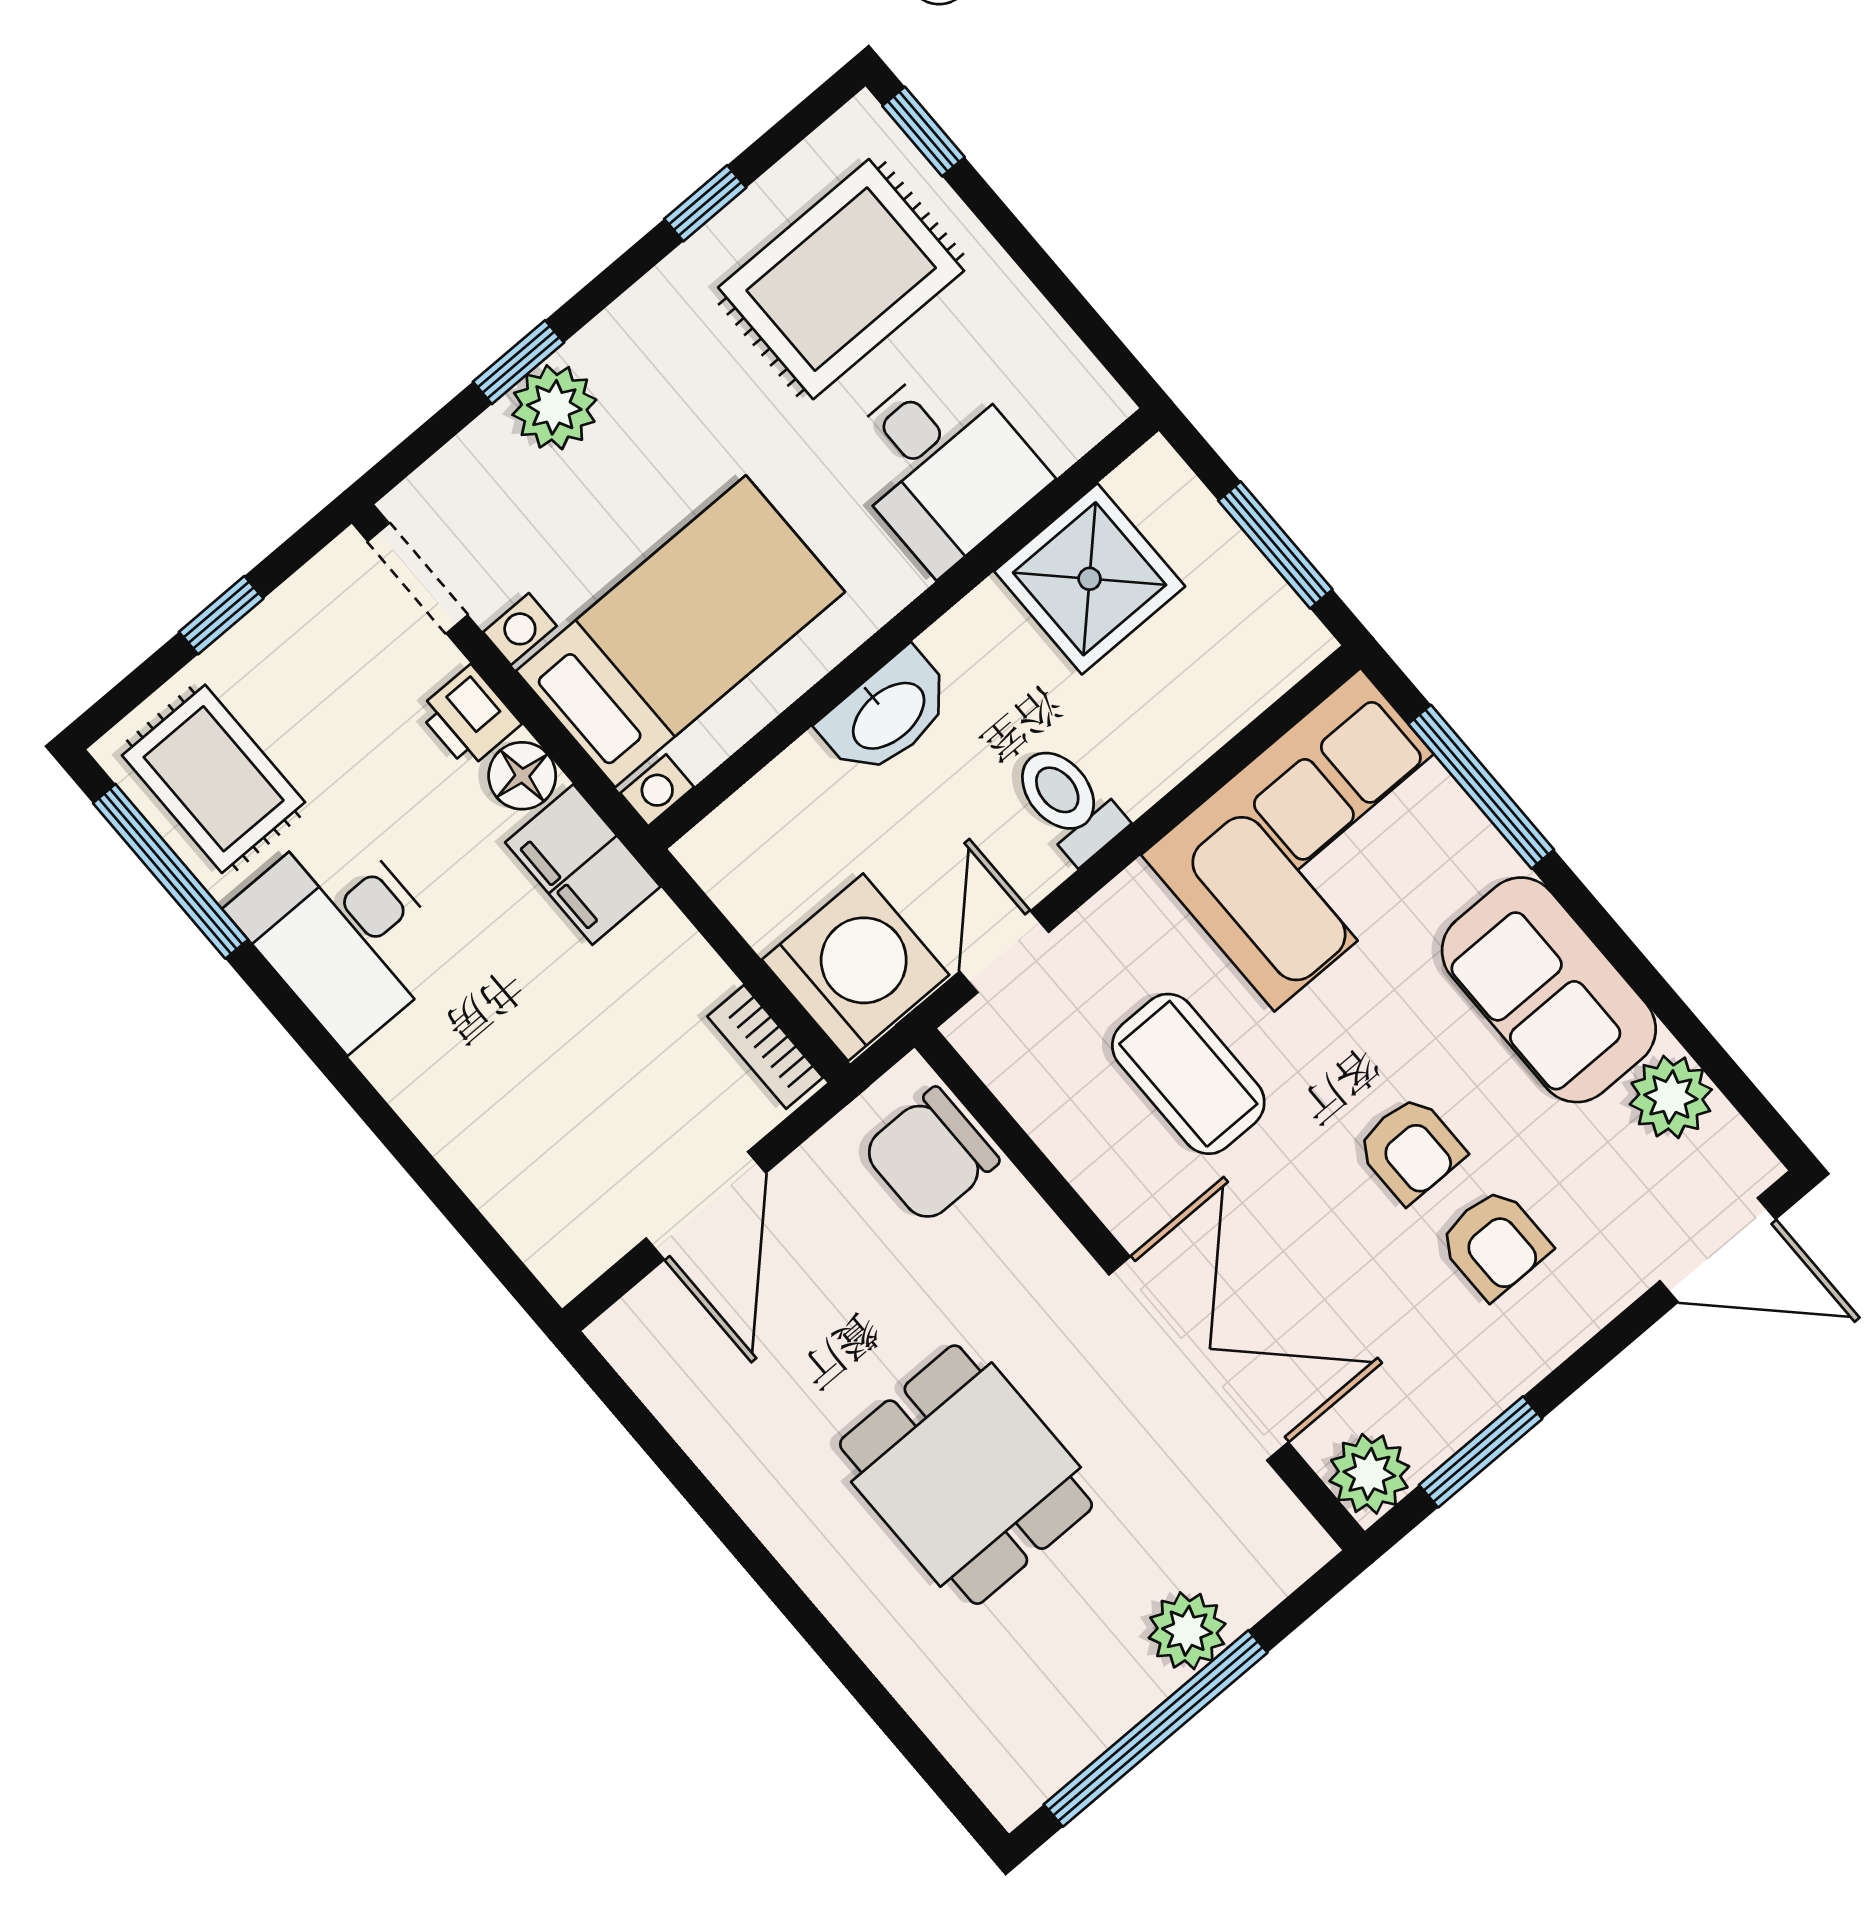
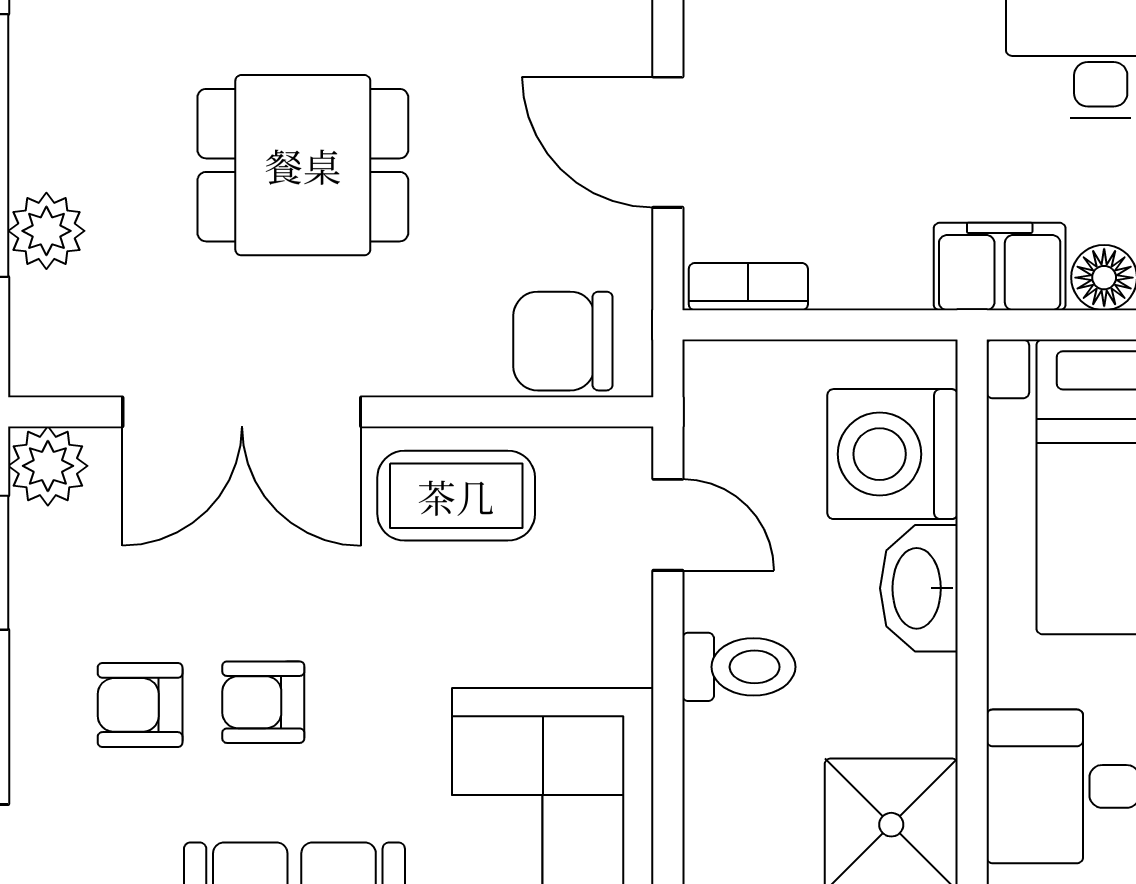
washing machine: (856, 967) -> (893, 454), moved, turned 90
coffee table: (1188, 1074) -> (456, 496), moved
chair: (930, 1155) -> (563, 341), turned -90

